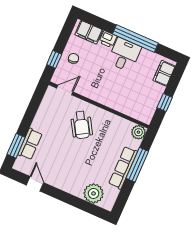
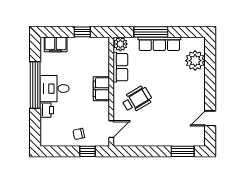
filing cabinet: (89, 32) -> (101, 89), moved, turned 180
door: (65, 90) -> (111, 129), swing flipped
row of seats: (30, 144) -> (120, 67), moved, turned 90

